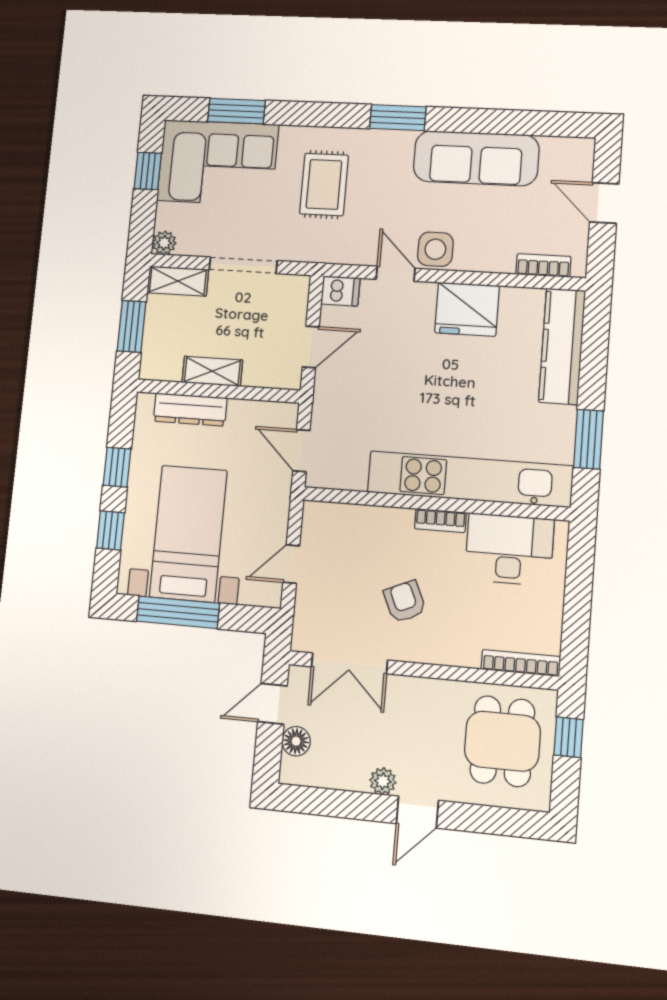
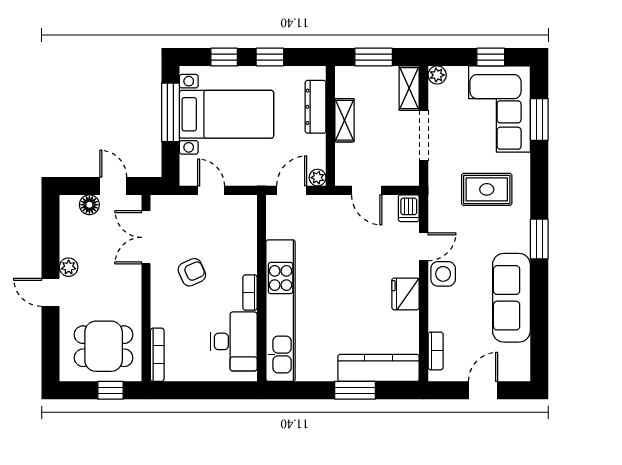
fridge: (467, 309) -> (406, 294), width x0.73, depth x0.75
plant: (287, 414) -> (318, 178), added
window: (588, 439) -> (355, 390), moved

